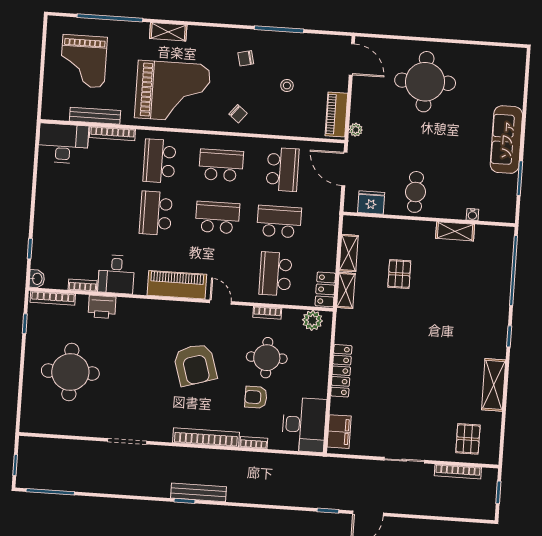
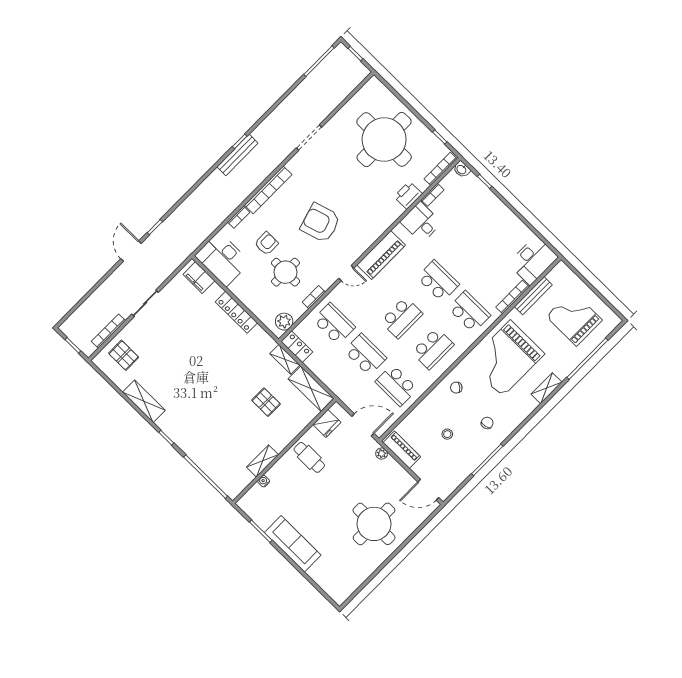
school desk: (279, 222) -> (365, 354), turned -90
shelving: (349, 253) -> (311, 389), width x1.50, depth x1.33
round table: (70, 372) -> (384, 139), width x1.36, depth x1.36

